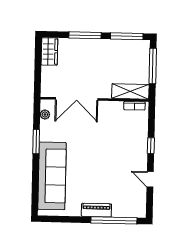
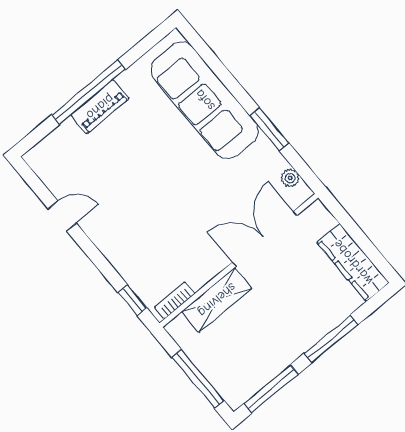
wardrobe: (49, 51) -> (353, 262), width x1.50
shelving: (130, 91) -> (217, 300), moved
window: (151, 146) -> (132, 300), moved
window: (114, 220) -> (88, 92), moved

